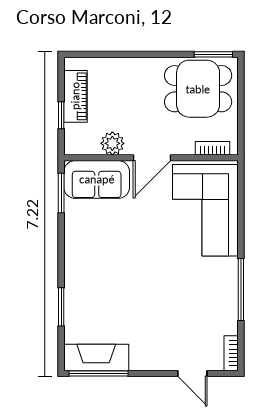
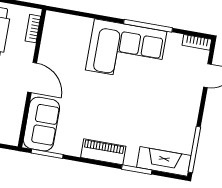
plant: (112, 143) -> (15, 107), removed
corner sofa: (205, 210) -> (126, 51), moved
piano: (76, 262) -> (103, 152), added
fireplace: (96, 358) -> (164, 161), moved, turned 90

